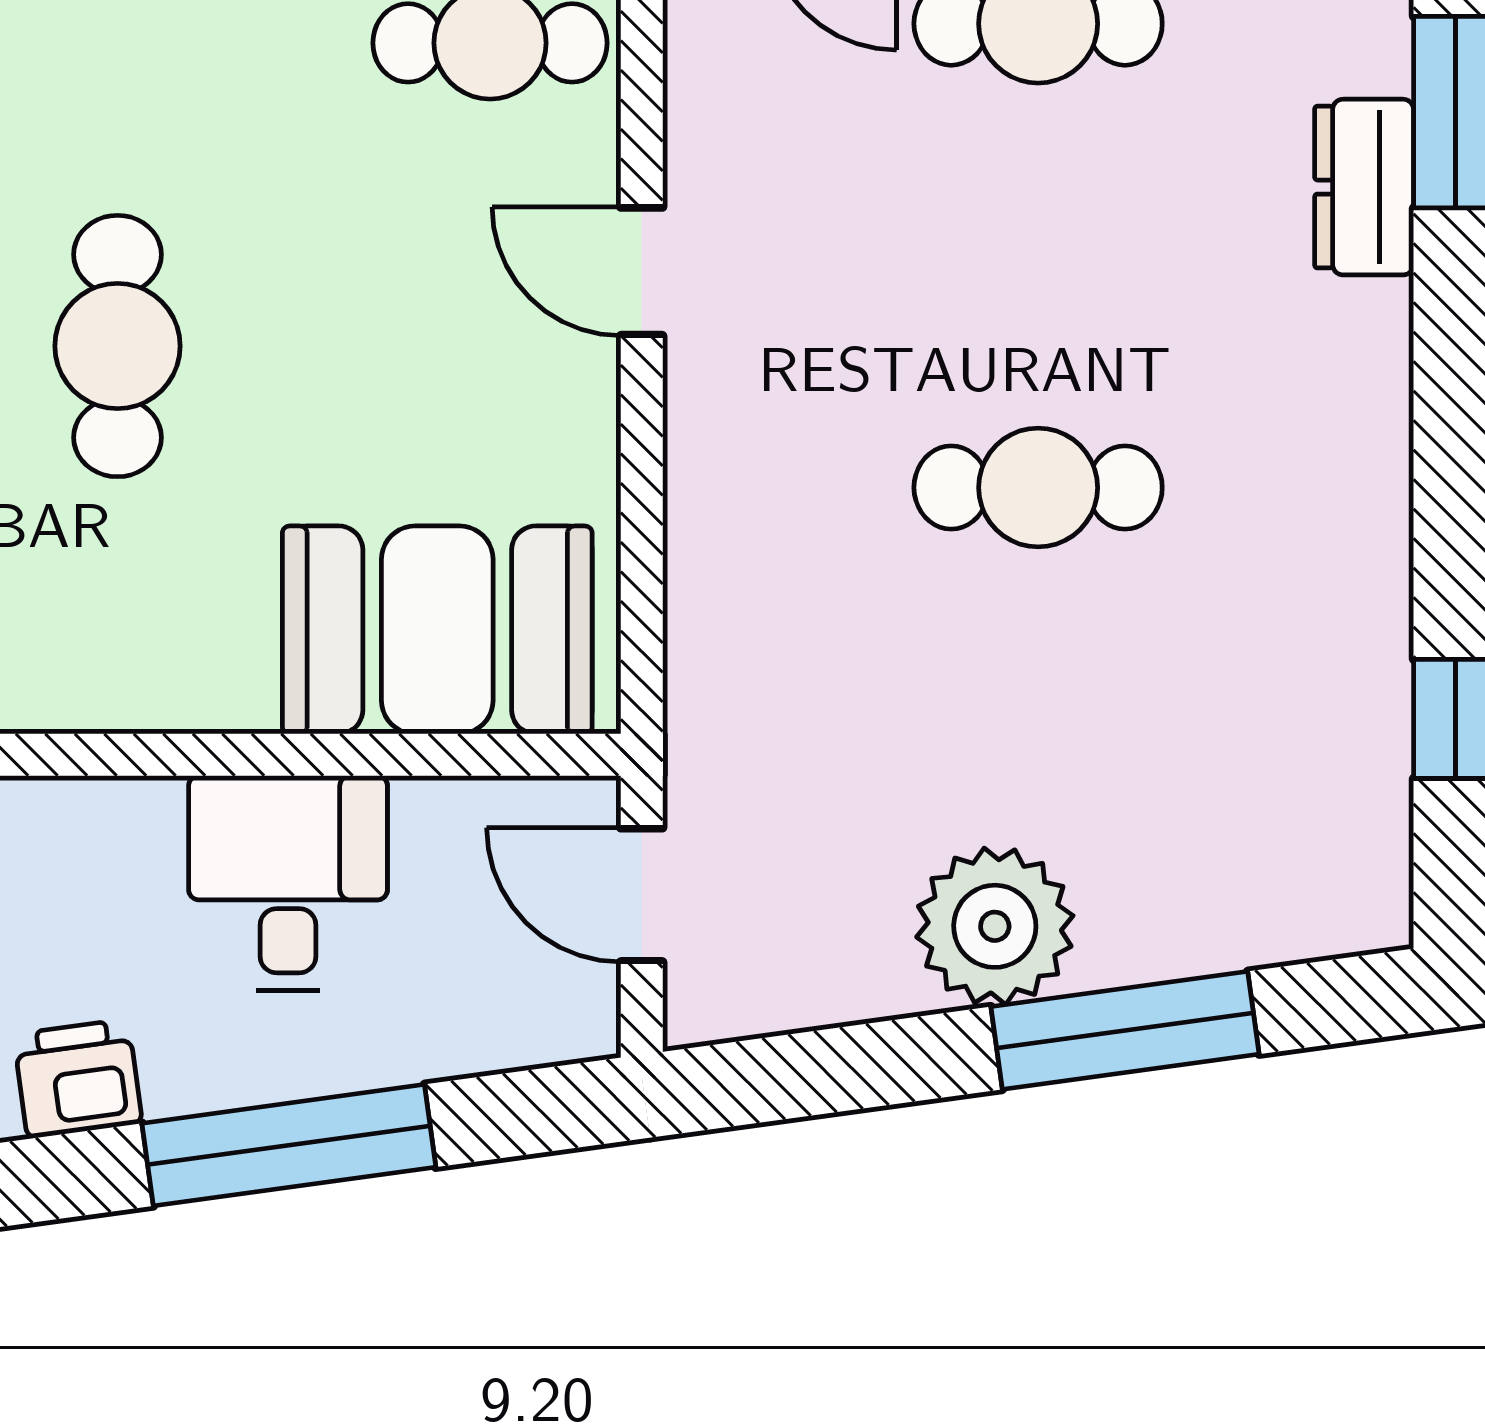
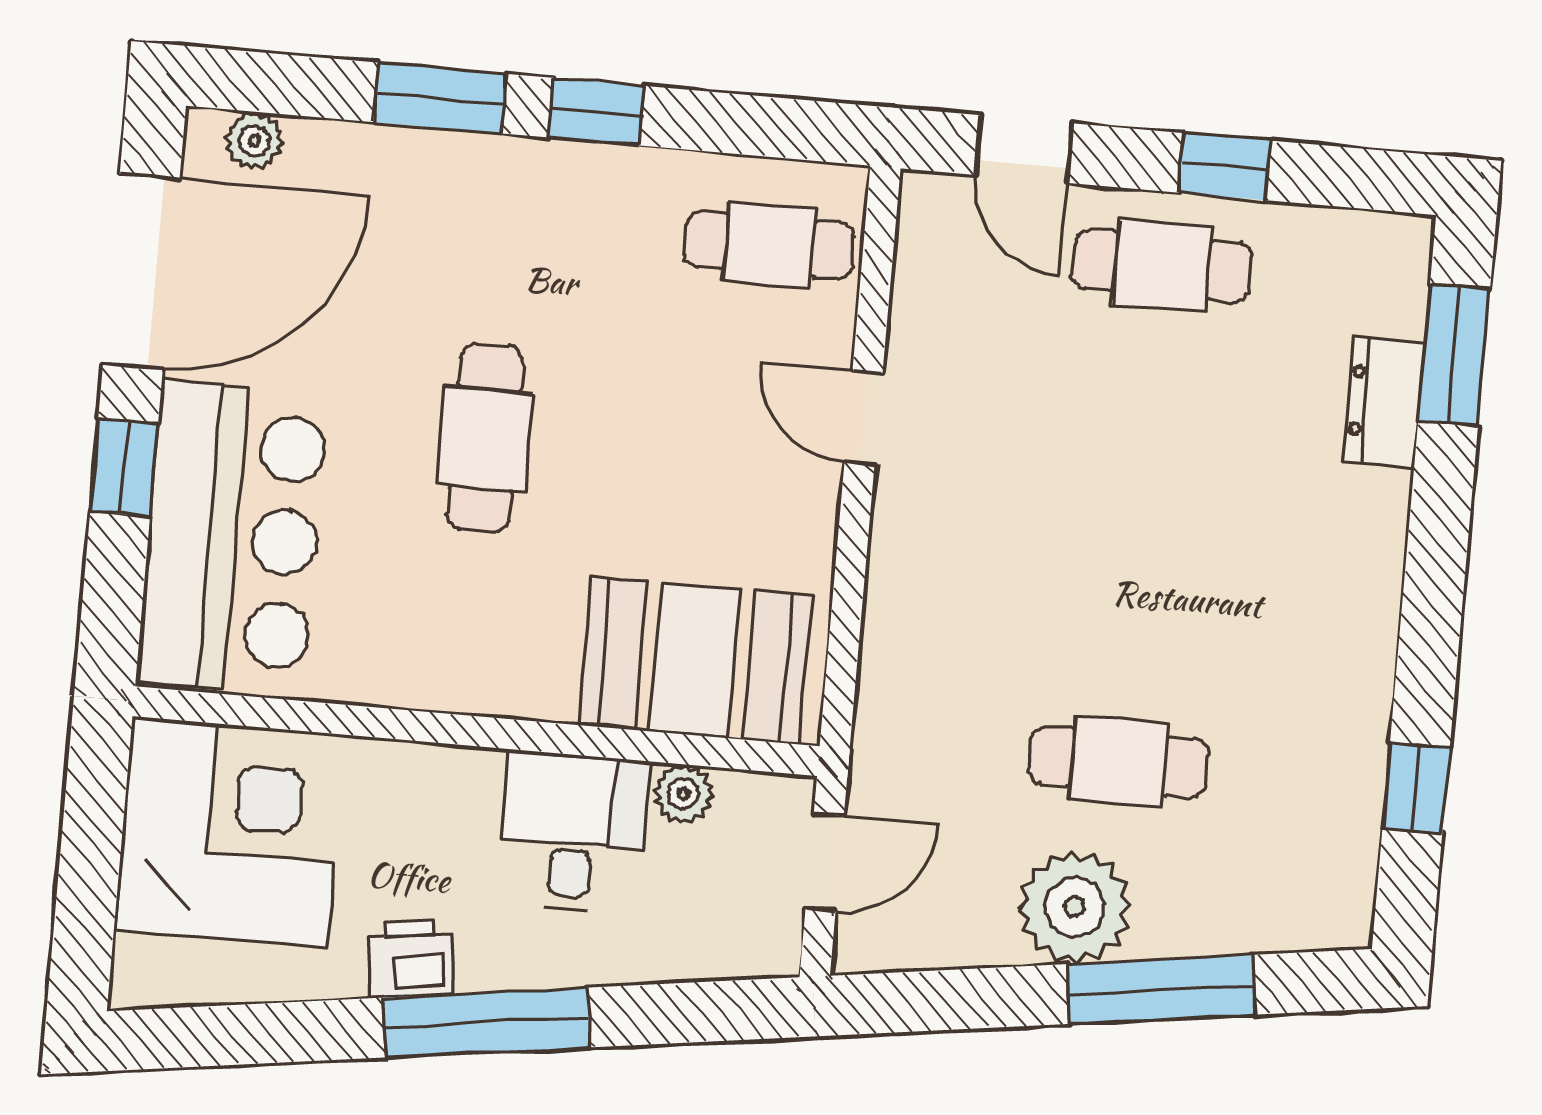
cafe table: (1038, 488) -> (1118, 762), moved
plant: (437, 817) -> (683, 794), added
door: (642, 895) -> (825, 862), swing flipped
window: (289, 1145) -> (487, 1023), moved

